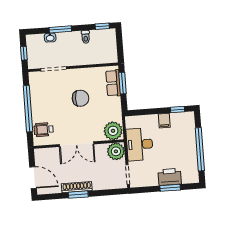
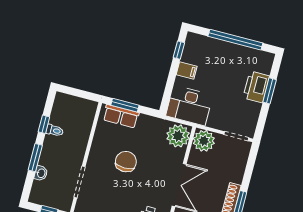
window: (102, 26) -> (44, 124), moved
desk: (140, 144) -> (189, 106), moved

